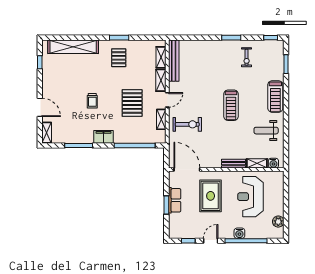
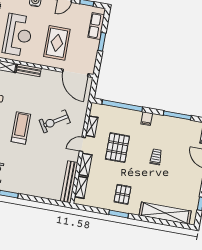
exercise bike: (187, 124) -> (55, 121), moved, turned -32
filing cabinet: (103, 137) -> (147, 119), width x0.50
row of seats: (175, 200) -> (96, 26), moved

